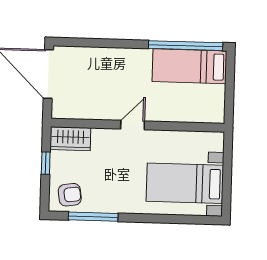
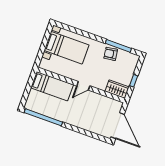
bed: (189, 66) -> (52, 86), moved
armchair: (70, 195) -> (111, 54), moved

